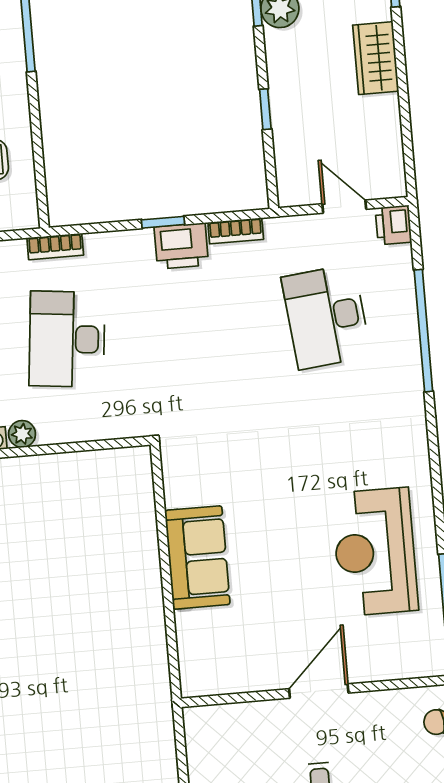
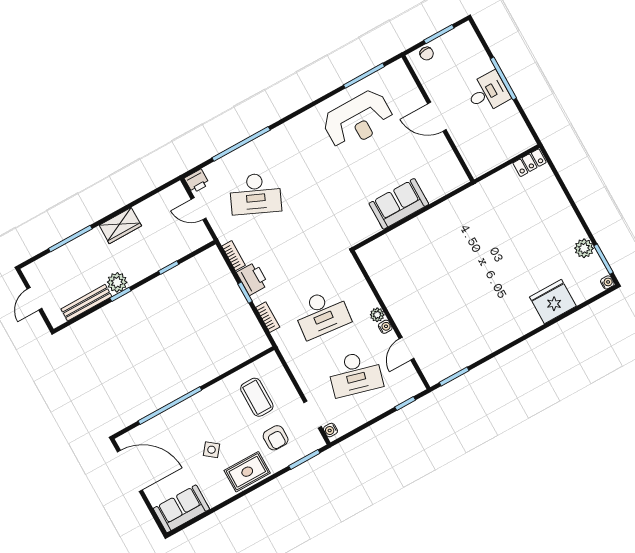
door: (344, 207) -> (198, 209), hinge flipped
bookcase: (55, 247) -> (268, 317), moved
desk: (326, 317) -> (255, 194), turned 30

